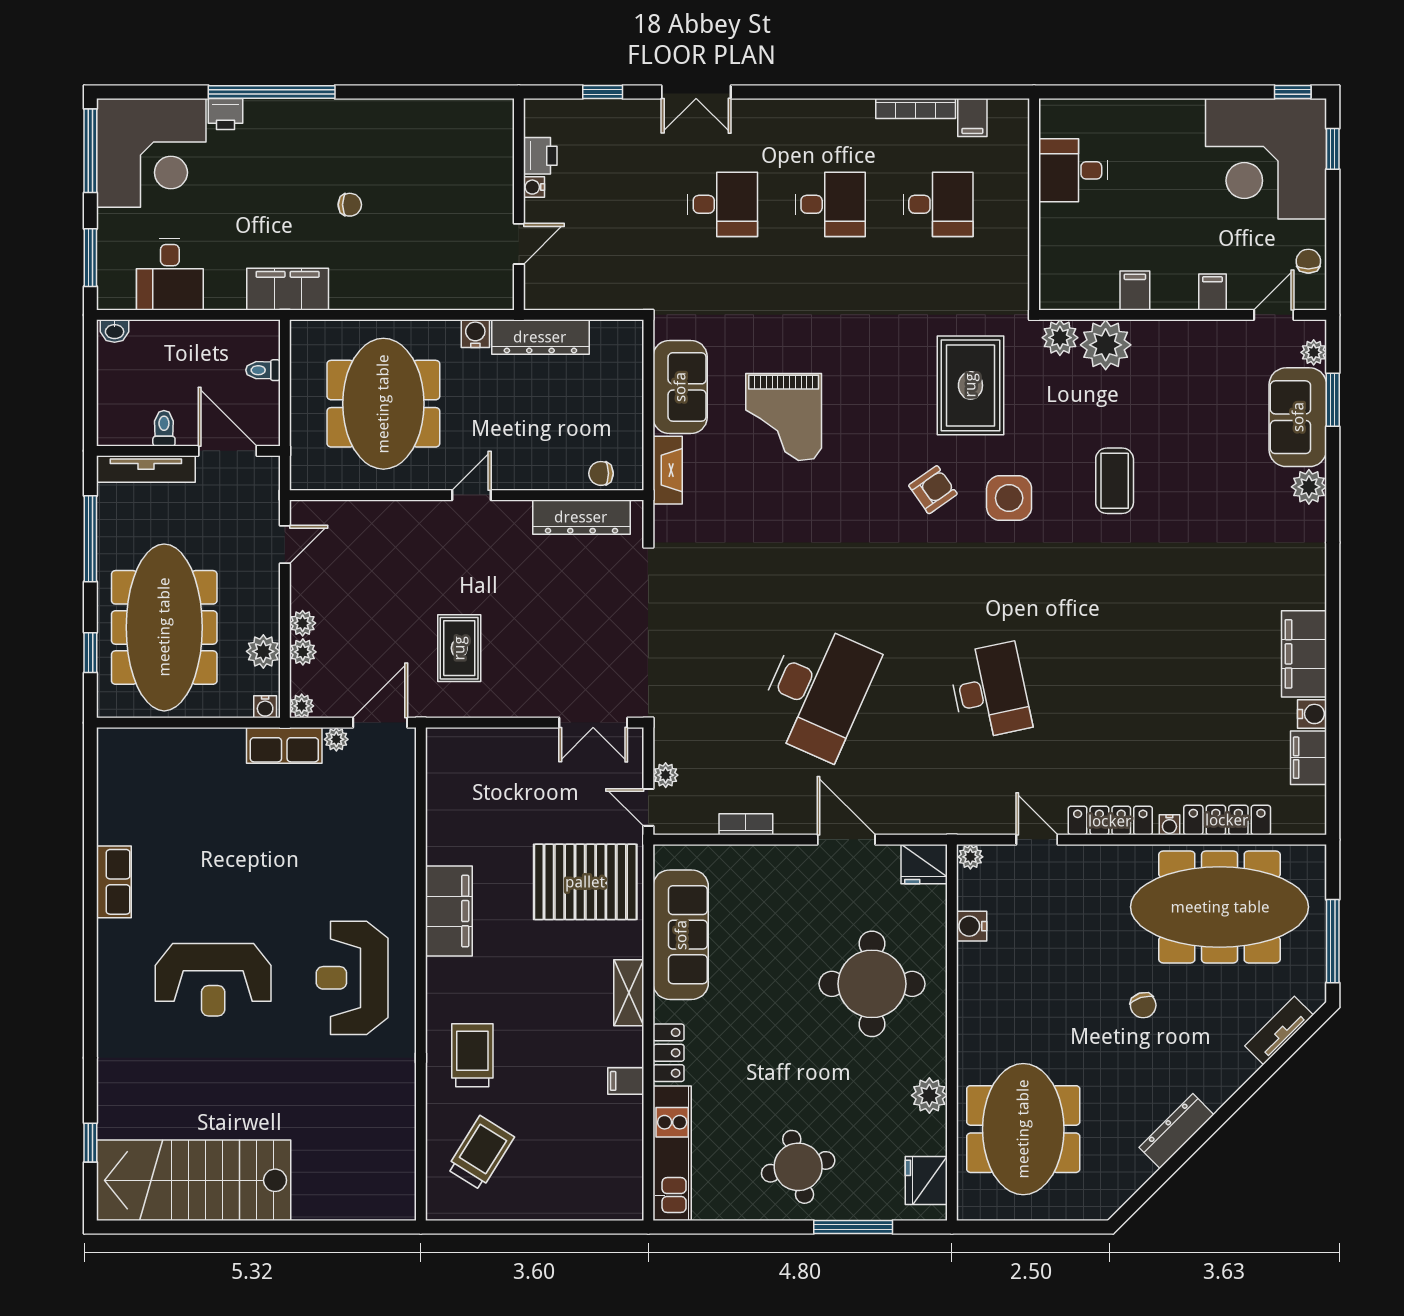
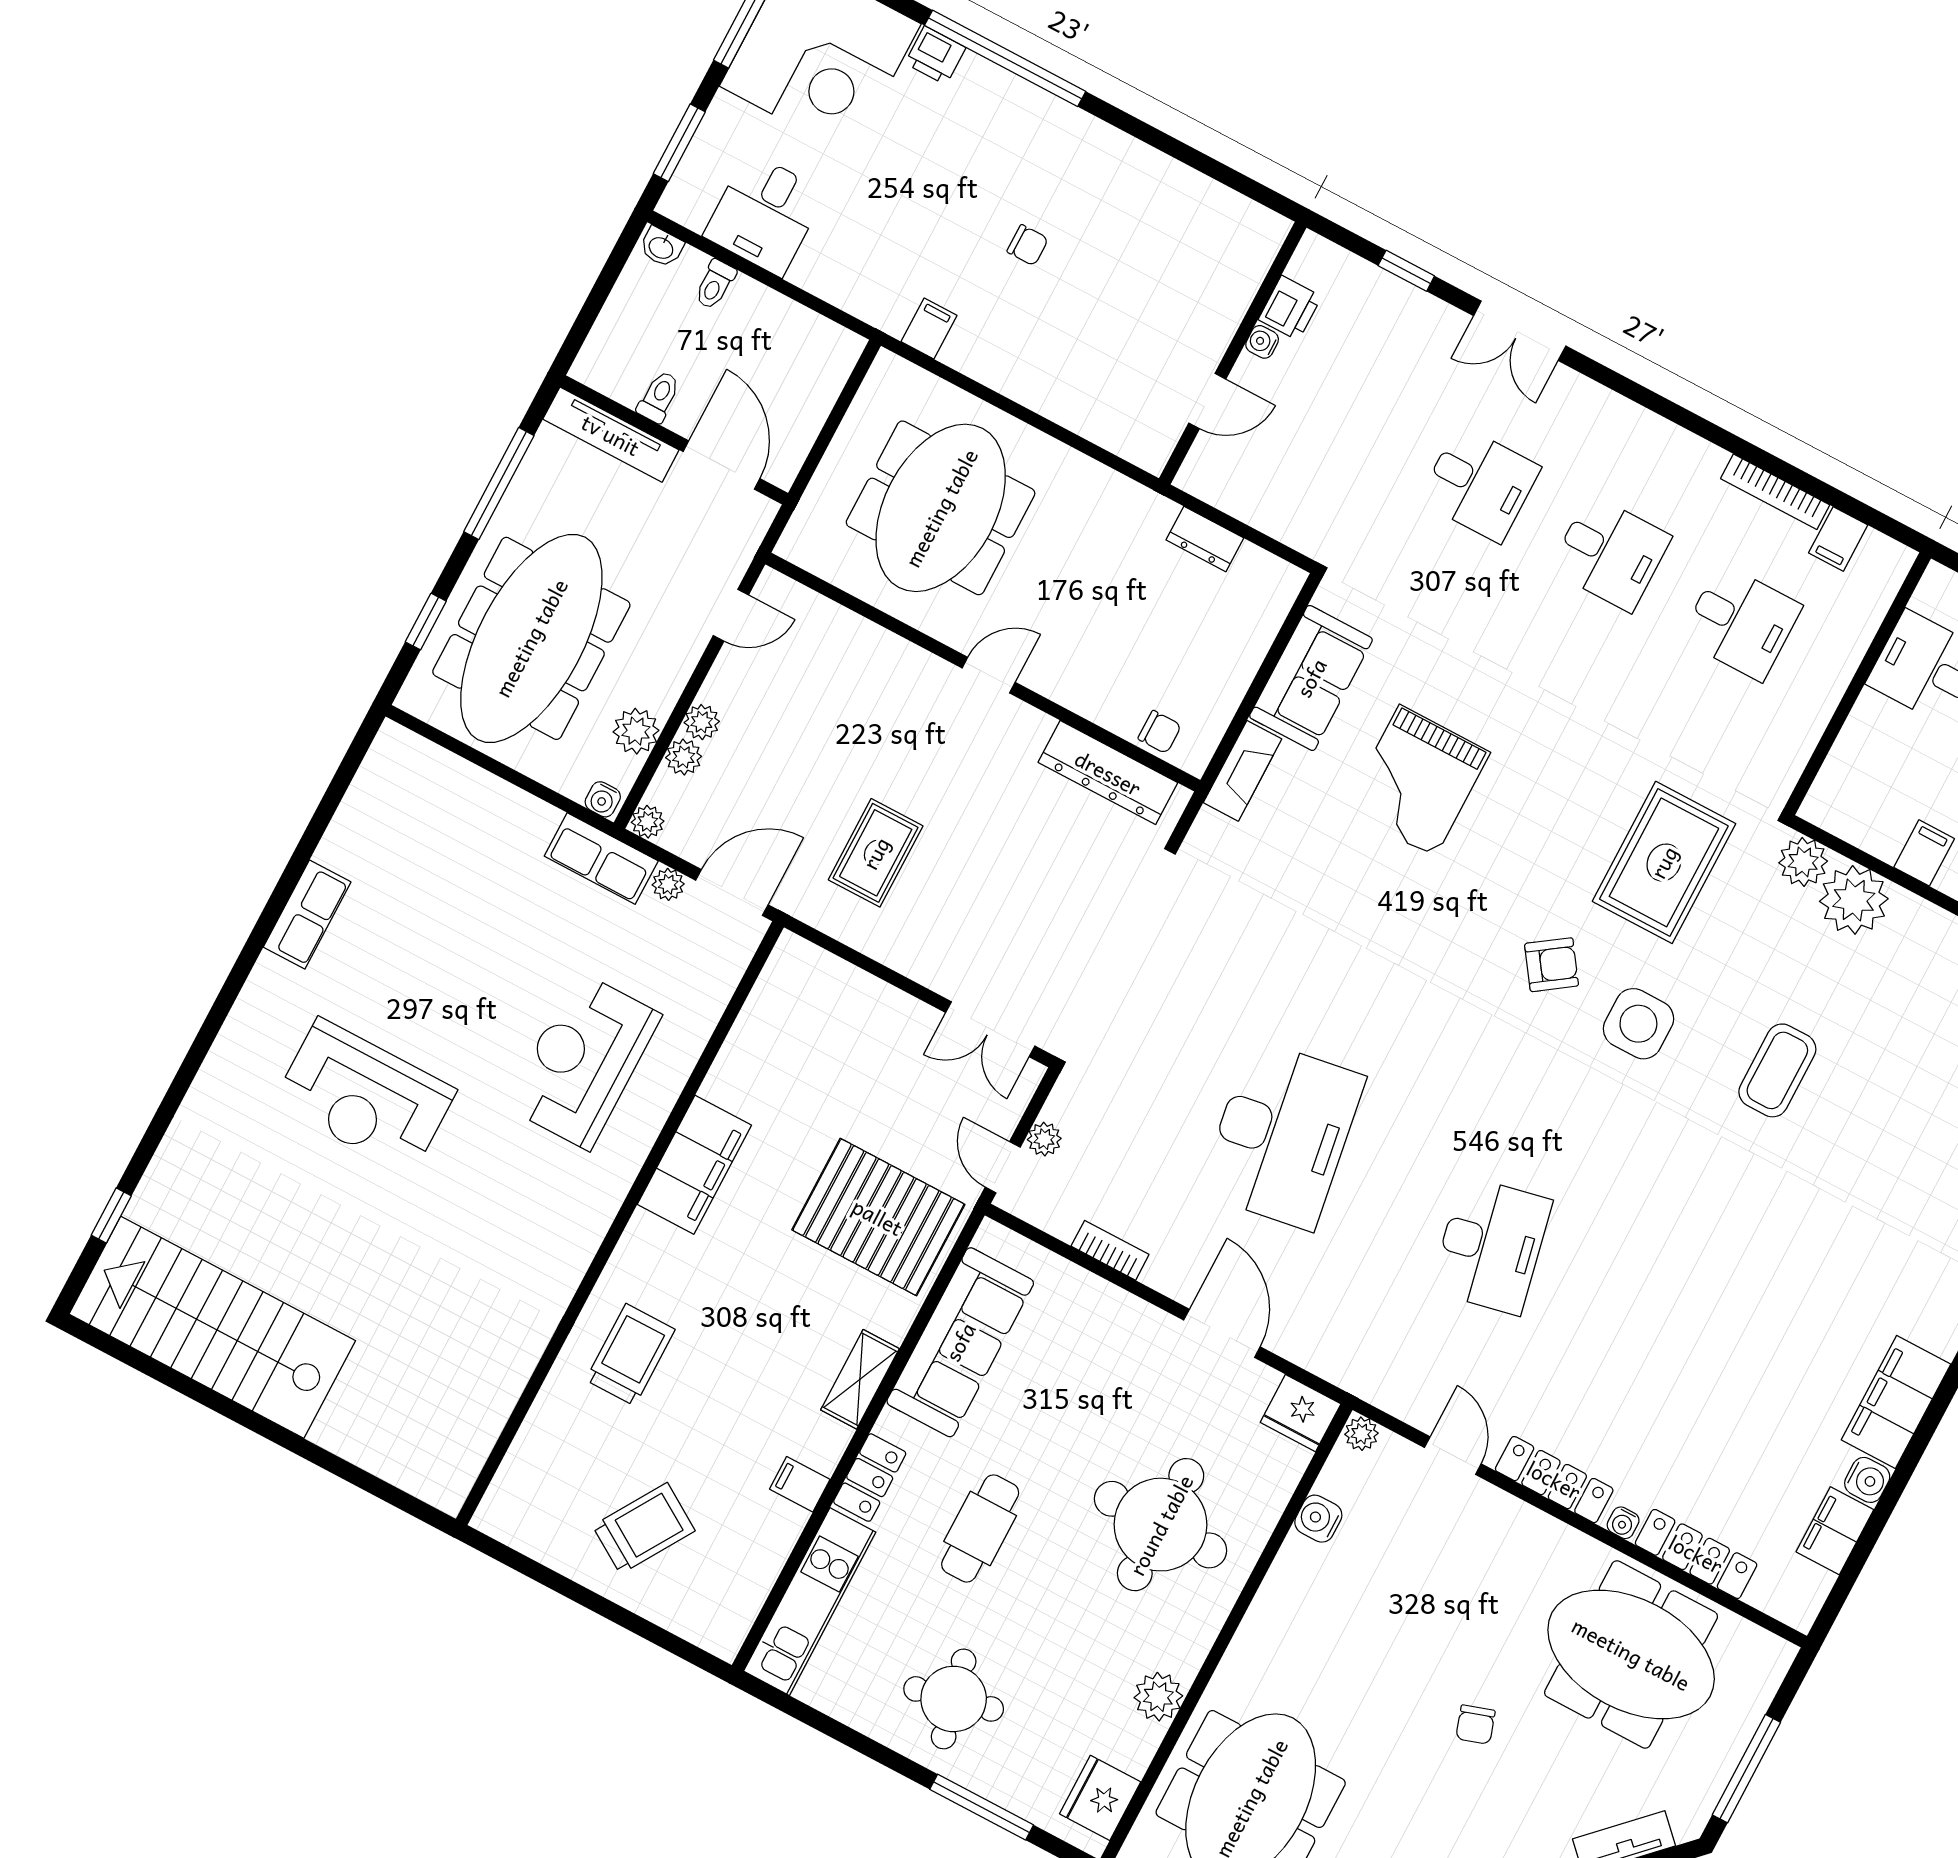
filing cabinet: (288, 289) -> (929, 329), width x0.33, depth x0.86
water cooler: (475, 334) -> (1097, 482), removed
dresser: (540, 337) -> (1205, 539), width x0.51, depth x0.80
toilet: (263, 370) -> (715, 284), moved, turned -90
chair: (601, 473) -> (1160, 732), turned 180
desk: (817, 691) -> (1282, 1135), turned -33
meeting table: (1220, 907) -> (1631, 1654), width x0.73
reception desk: (352, 978) -> (583, 1061), moved
cafe table: (757, 1048) -> (980, 1528), added
trolley: (481, 1153) -> (644, 1528), moved

